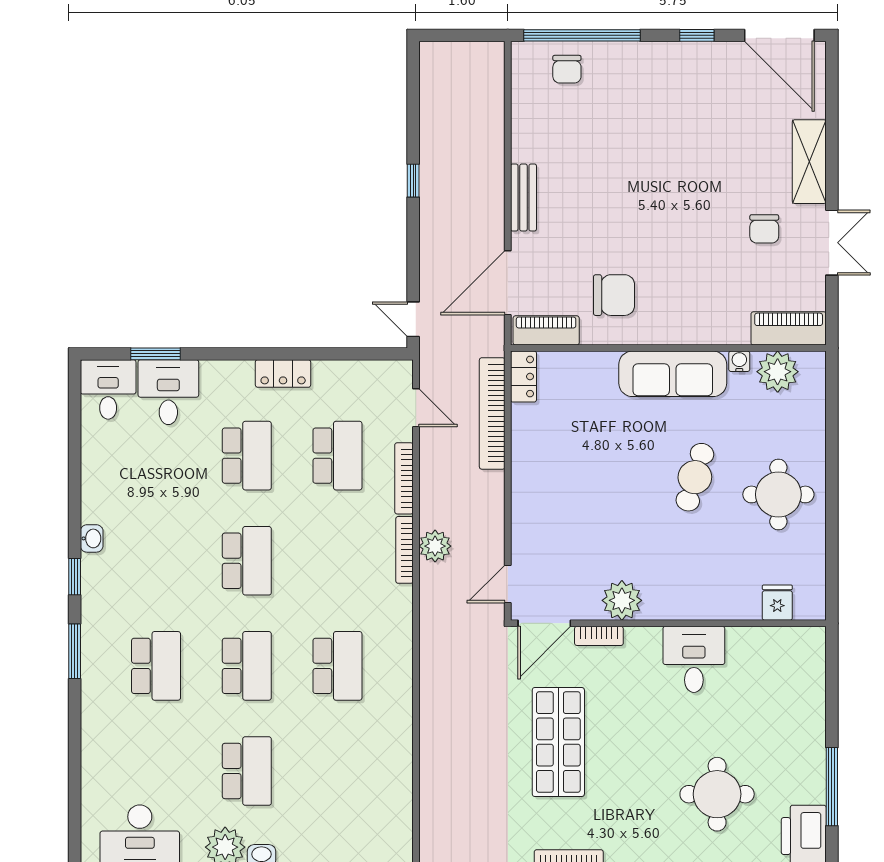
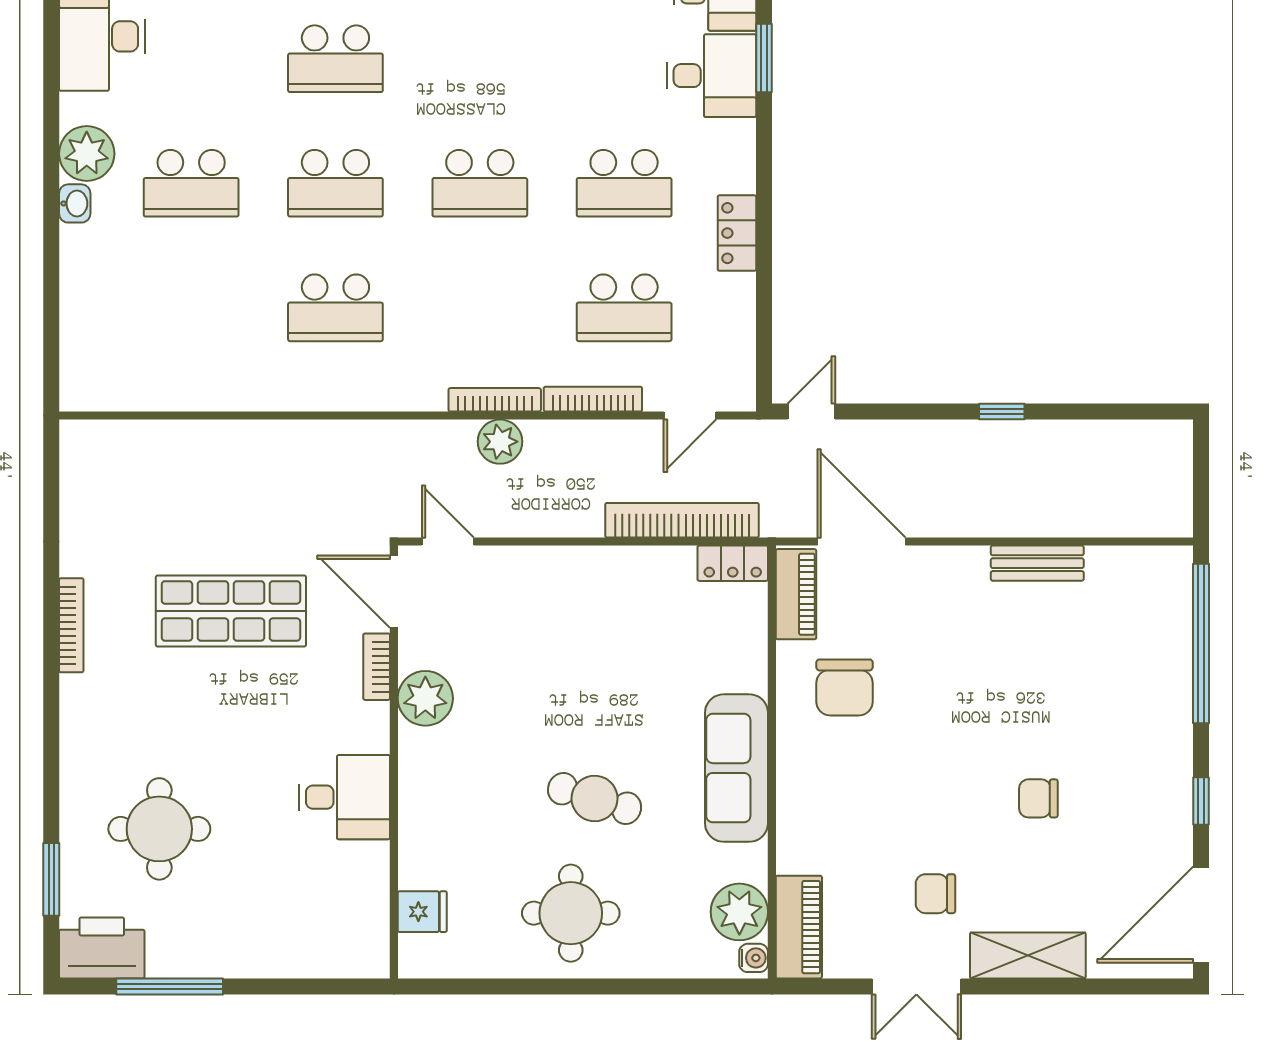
chair: (567, 69) -> (1038, 798), moved
bench: (523, 198) -> (1037, 563), moved
water cooler: (739, 361) -> (754, 958), moved

